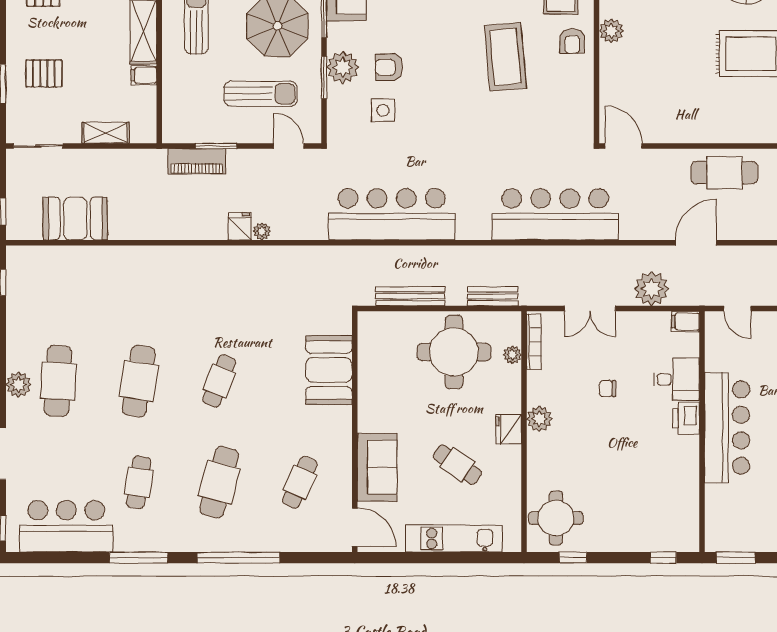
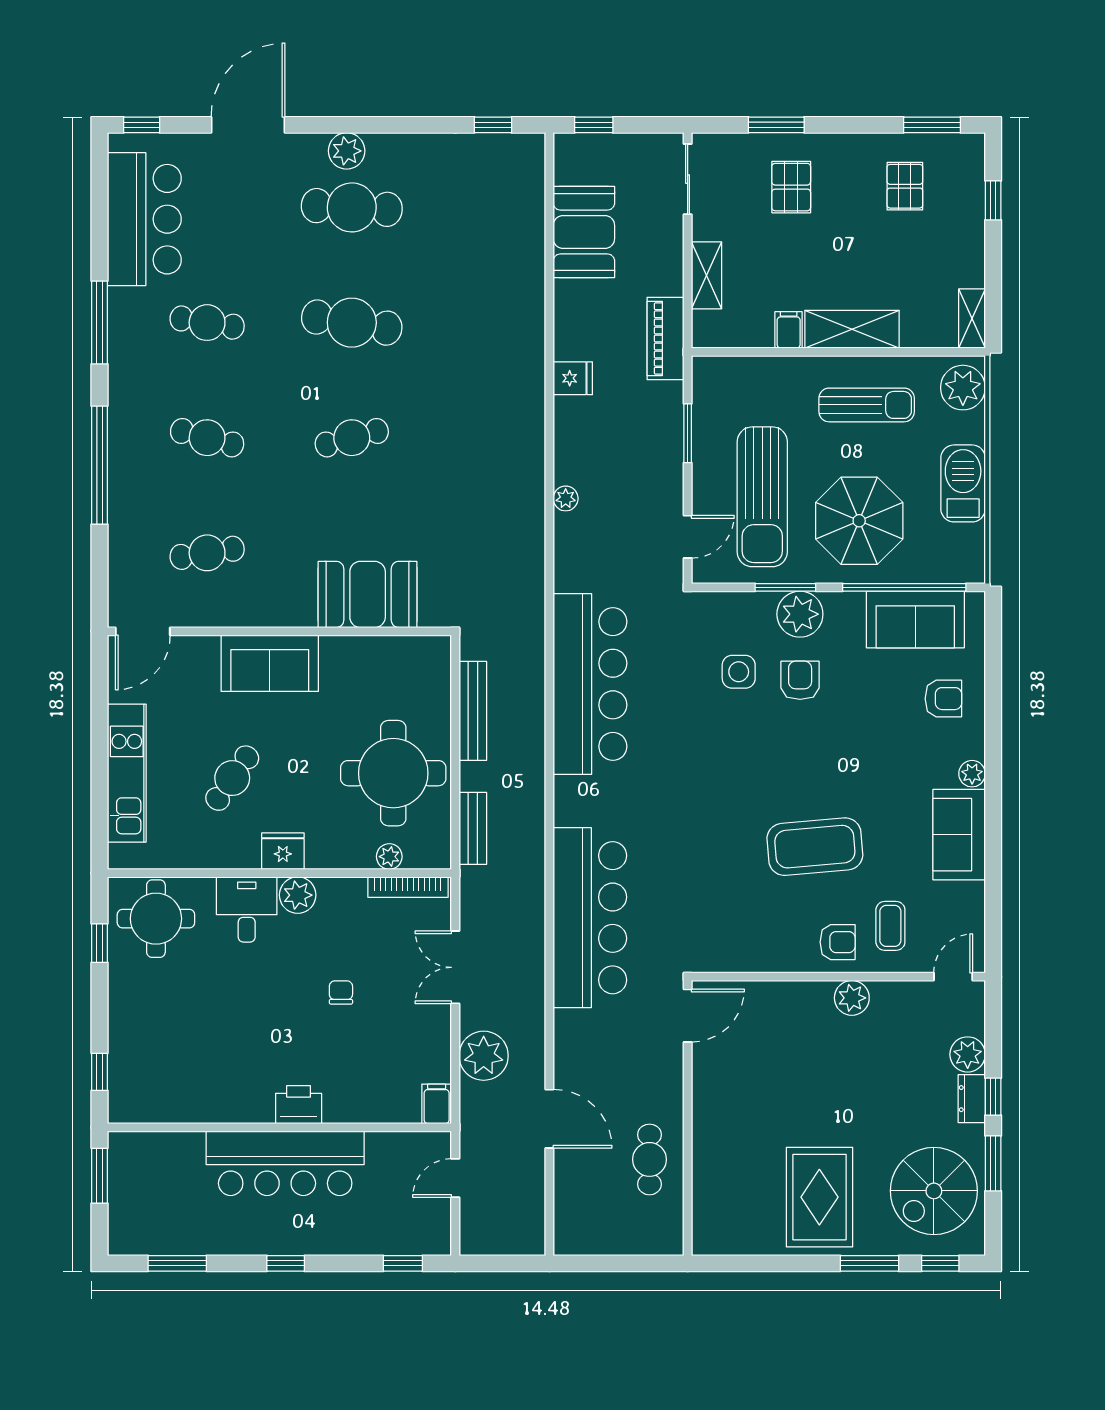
armchair: (572, 41) -> (838, 942), turned 180
sun lounger: (261, 94) -> (762, 497), width x1.36, depth x1.34
piano: (197, 161) -> (665, 338), moved
cafe table: (724, 173) -> (649, 1159), width x0.73, depth x0.74
fridge: (240, 226) -> (573, 378), moved
desk: (677, 379) -> (247, 909), moved, turned 180
cafe table: (219, 381) -> (352, 438), turned -36
sofa: (377, 467) -> (270, 663), moved
cafe table: (219, 482) -> (207, 438), width x0.73, depth x0.74
cafe table: (300, 482) -> (207, 553), turned -33

